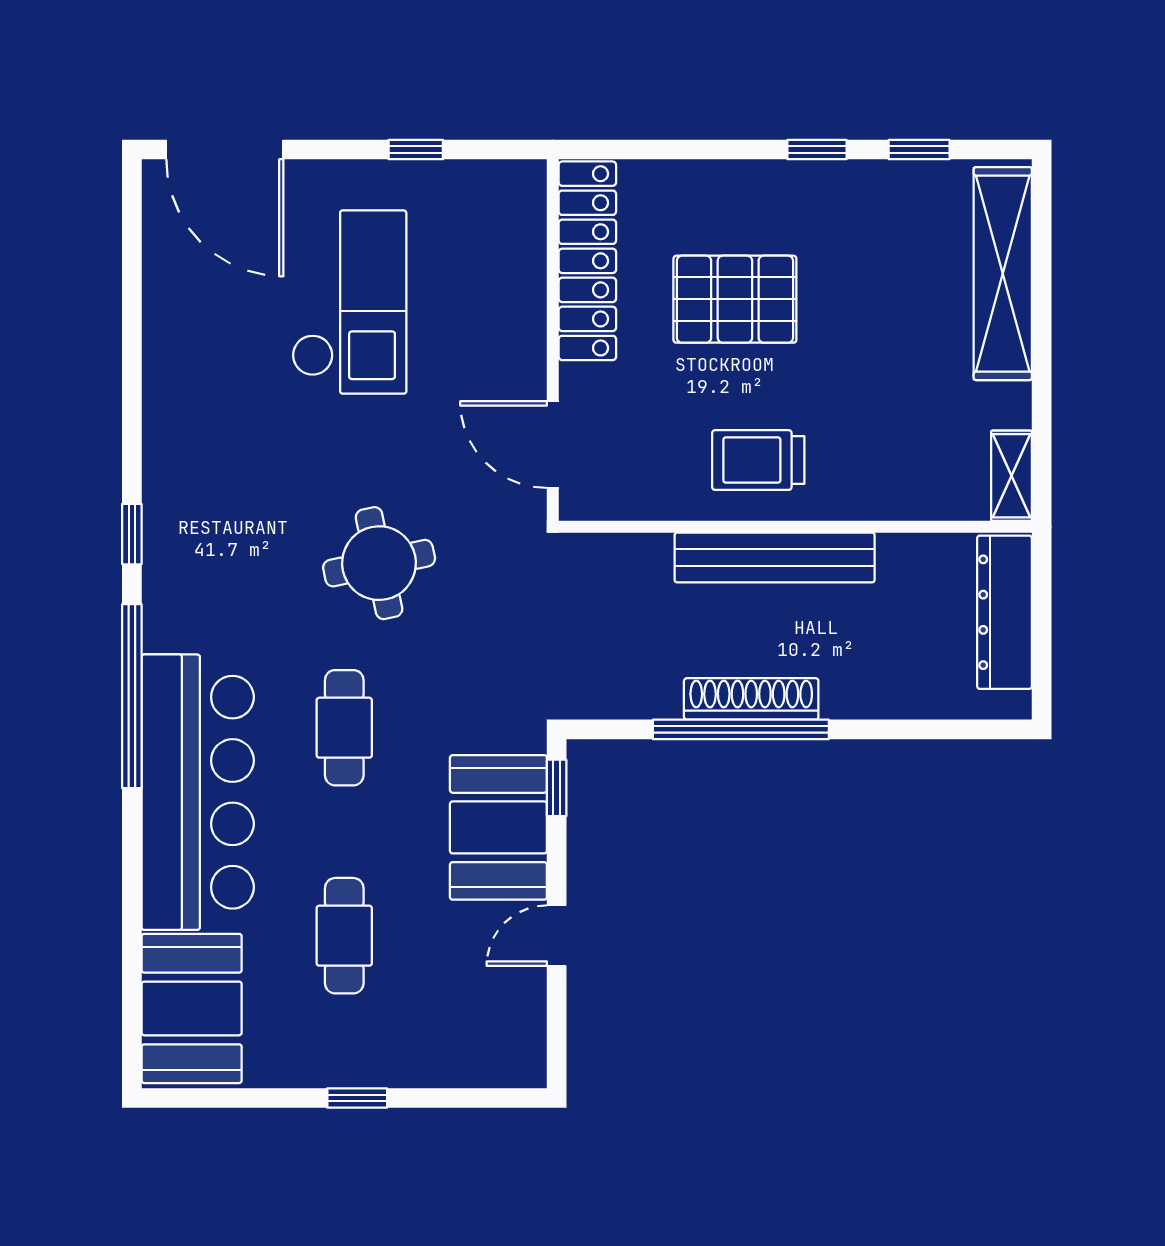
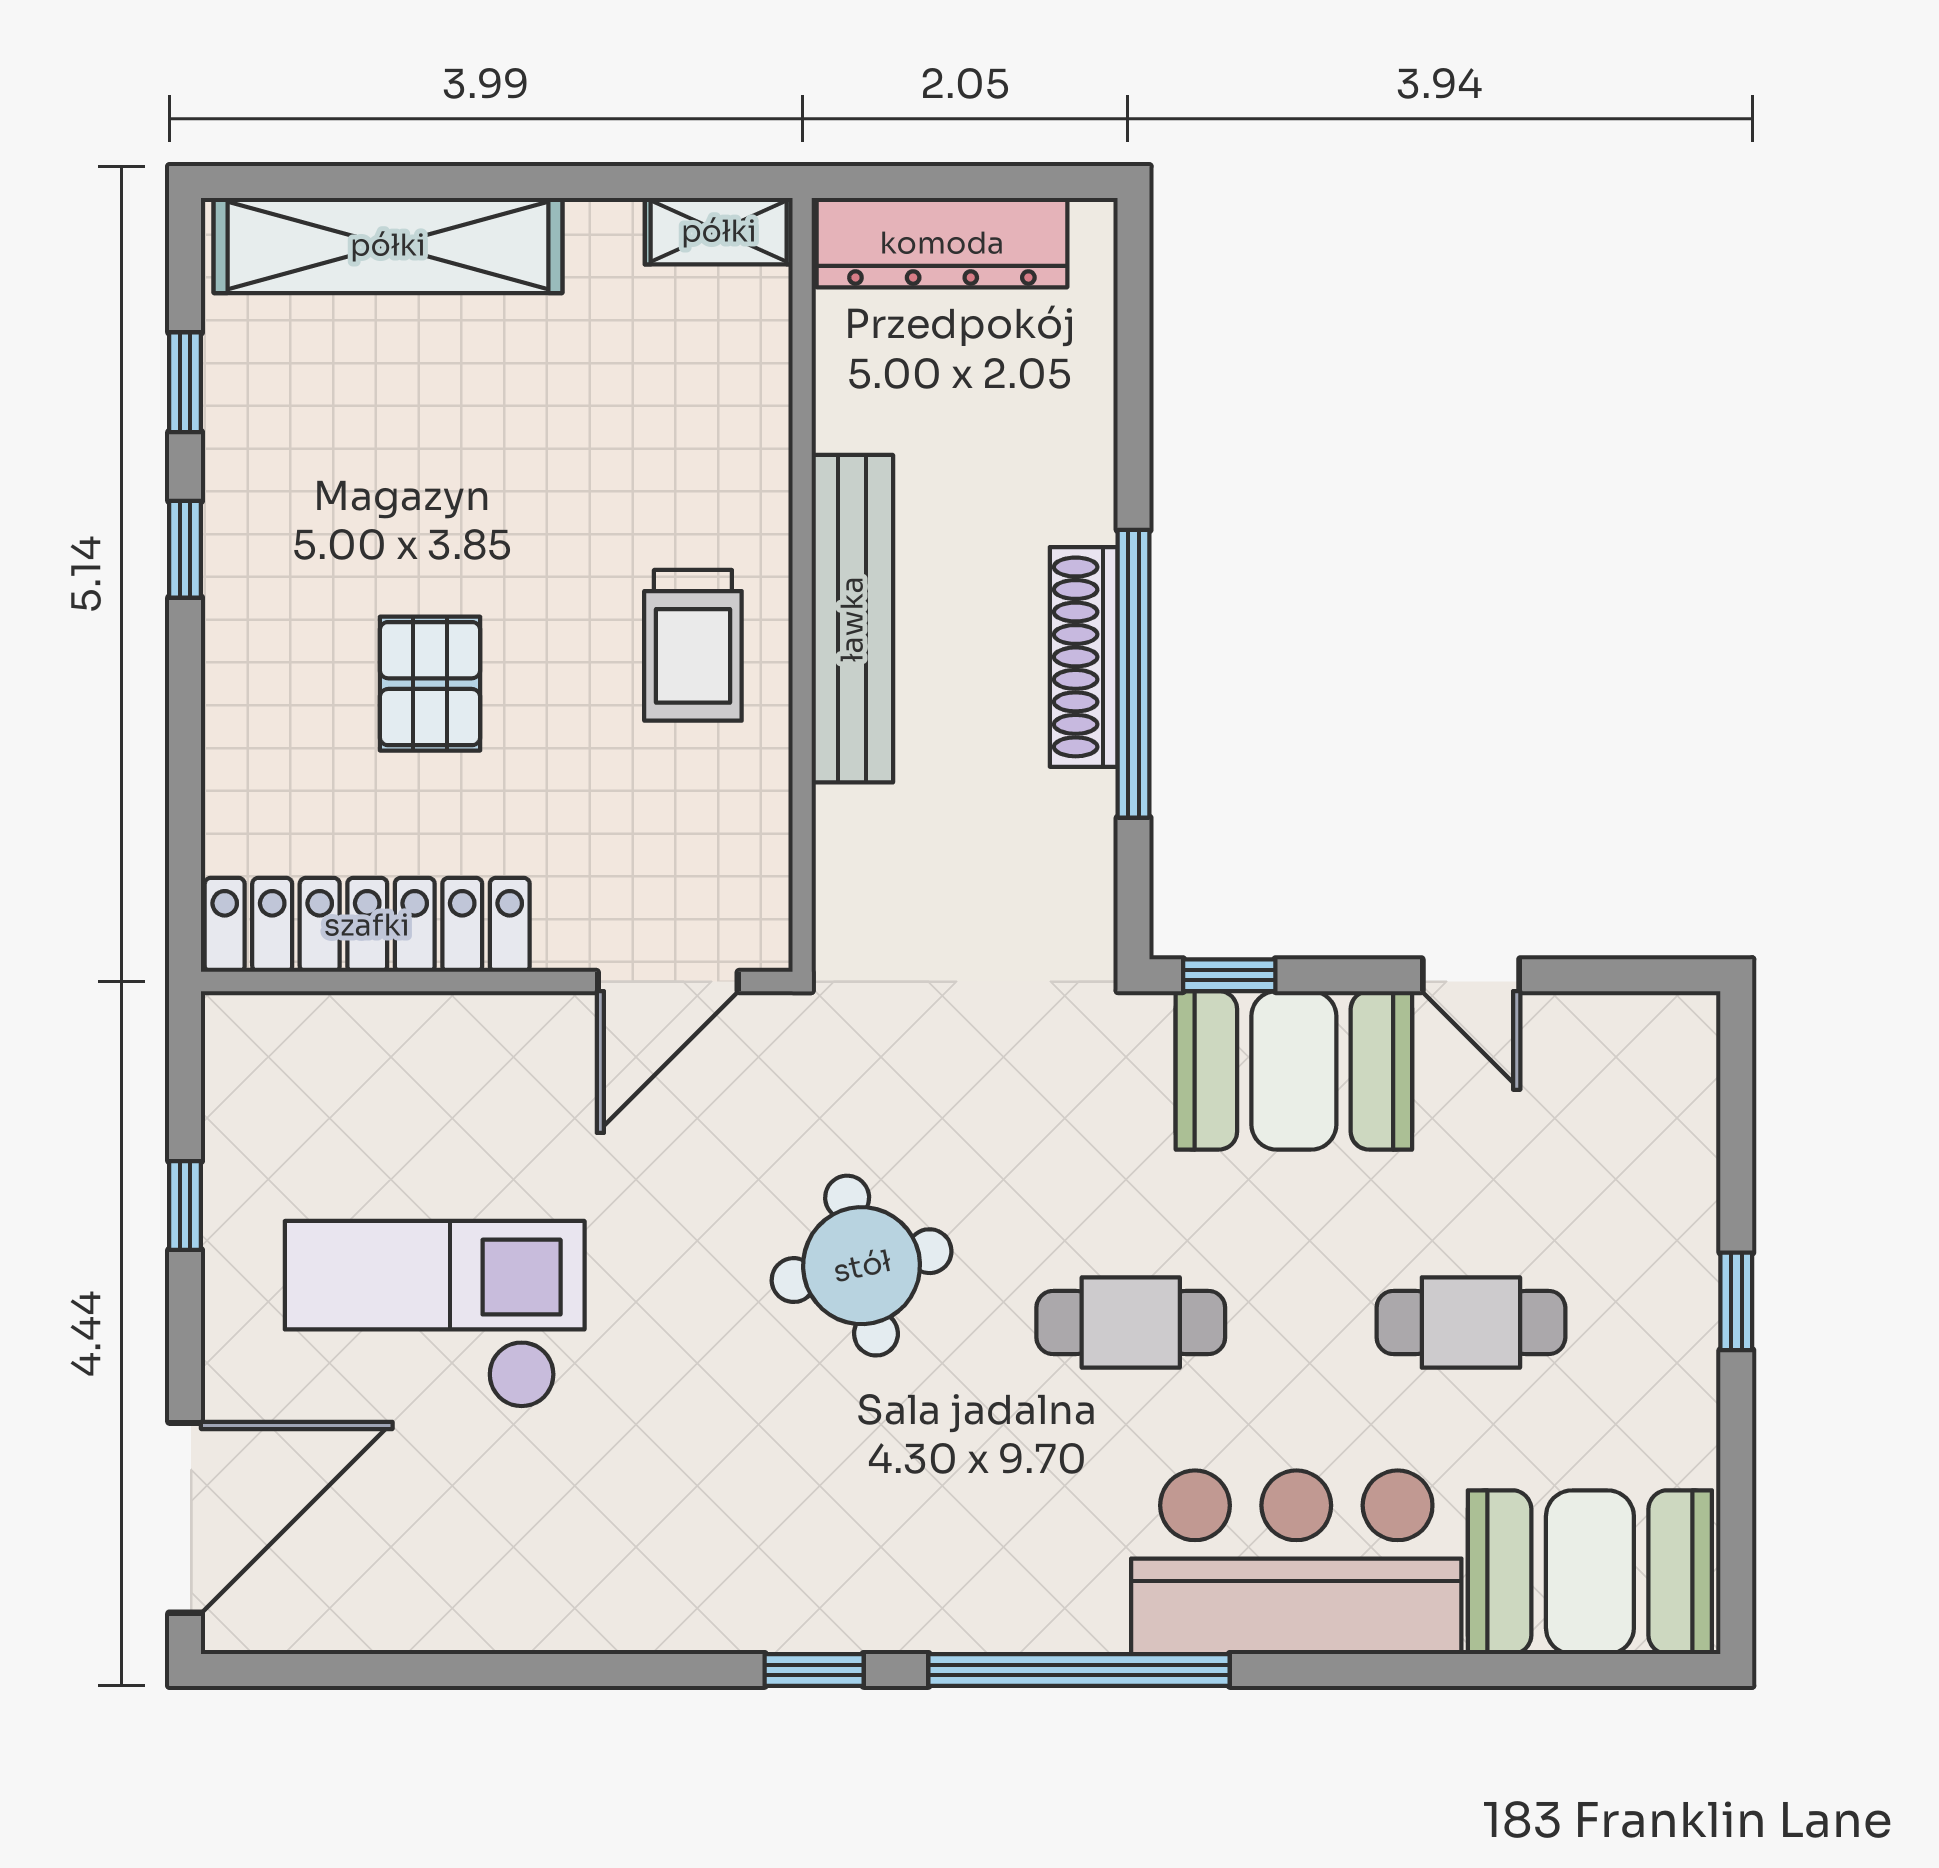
pallet: (735, 299) -> (430, 684), width x0.67, depth x0.71
bar counter: (198, 792) -> (1296, 1562), width x0.73

